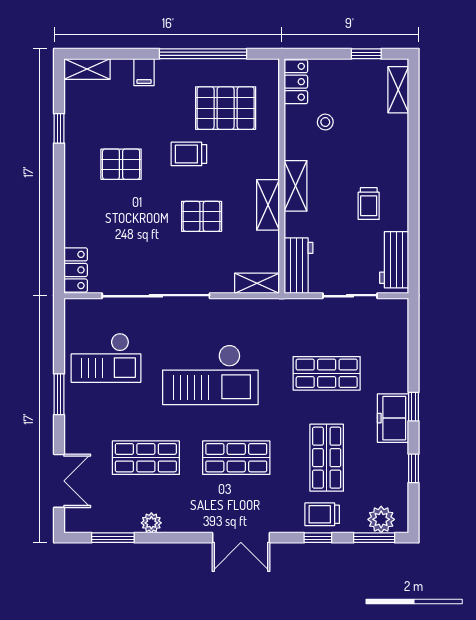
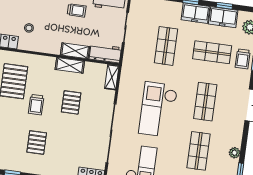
shelving: (296, 186) -> (75, 51), moved
checkout: (210, 375) -> (158, 110), turned 180
freezer: (393, 469) -> (223, 17), added

